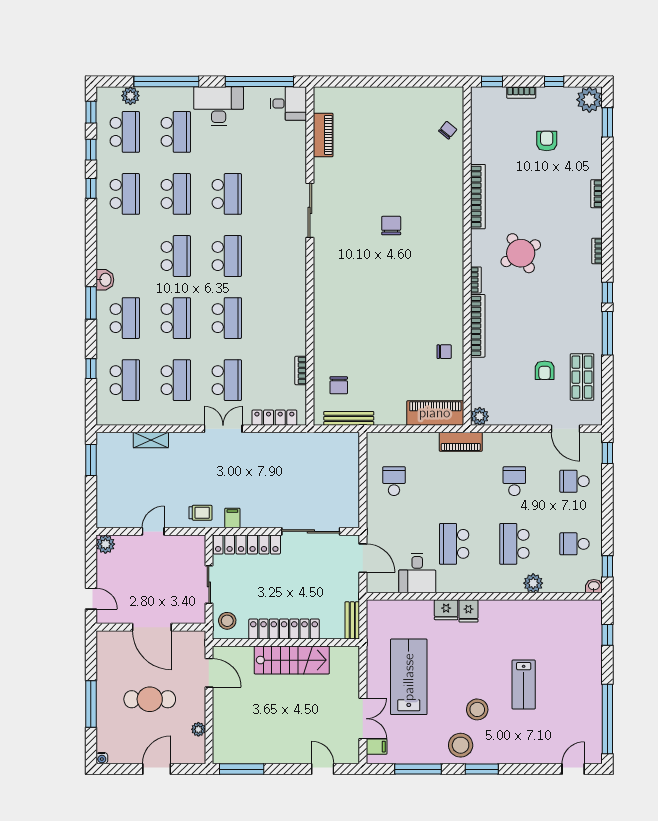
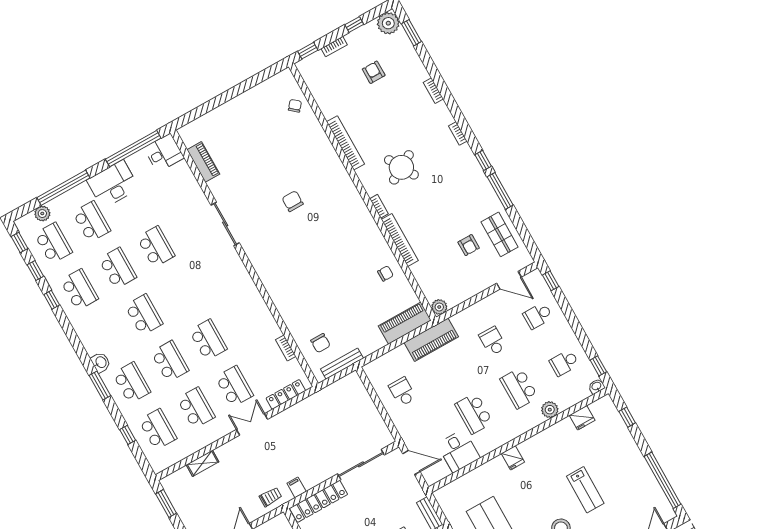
school desk: (227, 256) -> (182, 293), removed
piano: (461, 442) -> (431, 340), width x1.37, depth x1.33
fridge: (446, 610) -> (582, 418), moved

